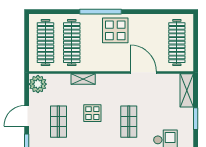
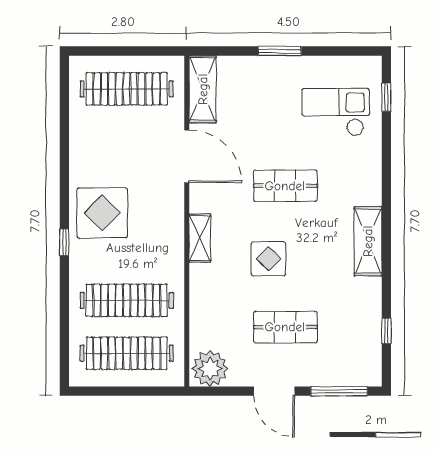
window: (101, 12) -> (64, 242), width x0.32
door: (143, 72) -> (187, 156), swing flipped
shelving: (83, 79) -> (200, 238), moved
shelving: (187, 90) -> (203, 89), moved, turned 90

